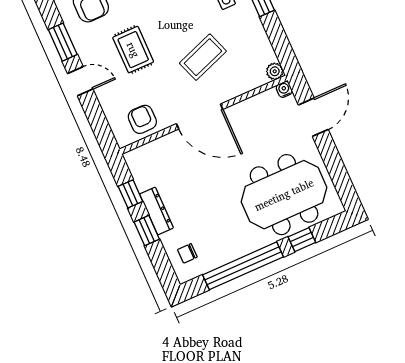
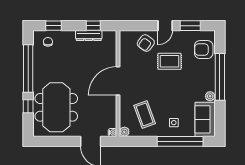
coffee table: (203, 57) -> (145, 114), moved
armchair: (142, 119) -> (146, 43), moved, turned 126
dresser: (156, 211) -> (89, 35), moved
window: (147, 231) -> (54, 26), moved

